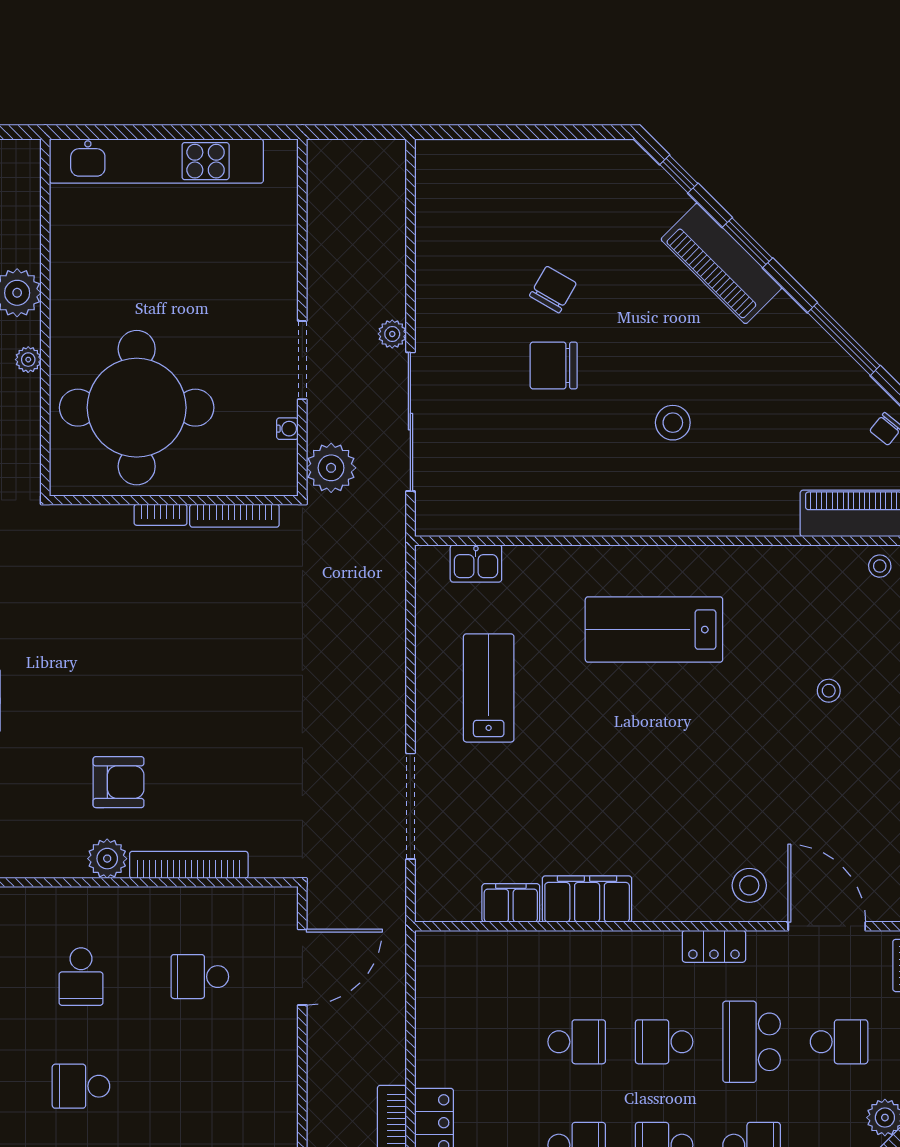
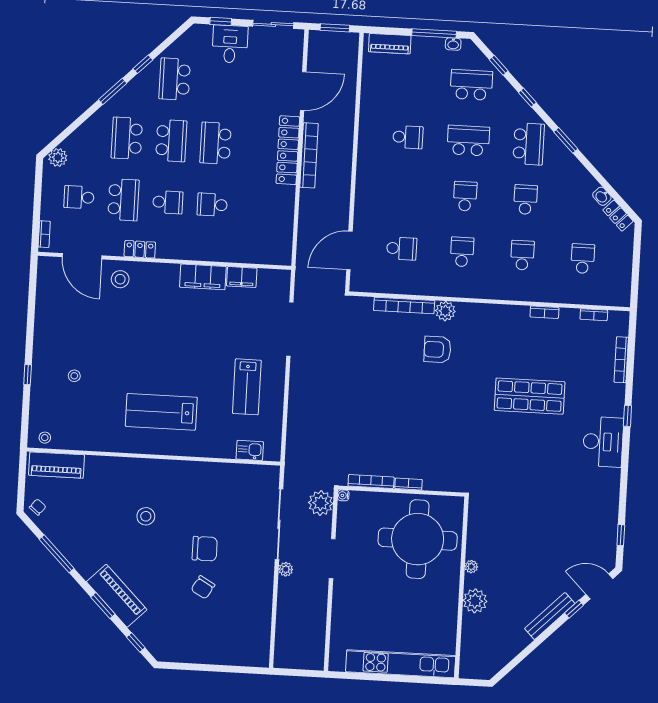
water cooler: (287, 429) -> (343, 495), moved
lab bench: (654, 630) -> (161, 412), turned 180
school desk: (81, 1086) -> (465, 196), turned -90

